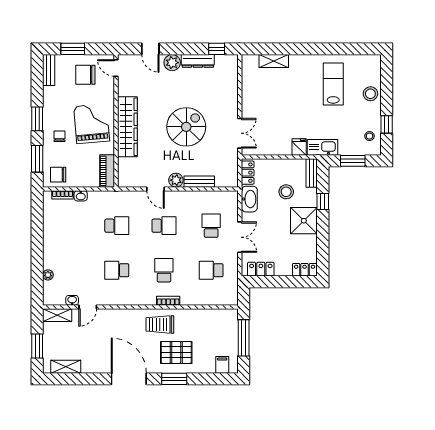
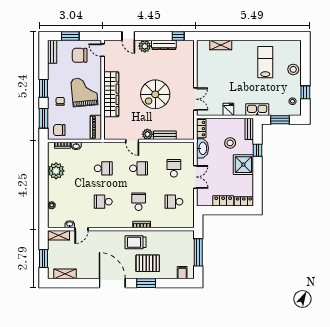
spiral stairs: (186, 127) -> (155, 94), turned 180
fridge: (299, 147) -> (228, 109), moved
plant: (54, 229) -> (56, 171), added
locker: (261, 269) -> (223, 201), moved

